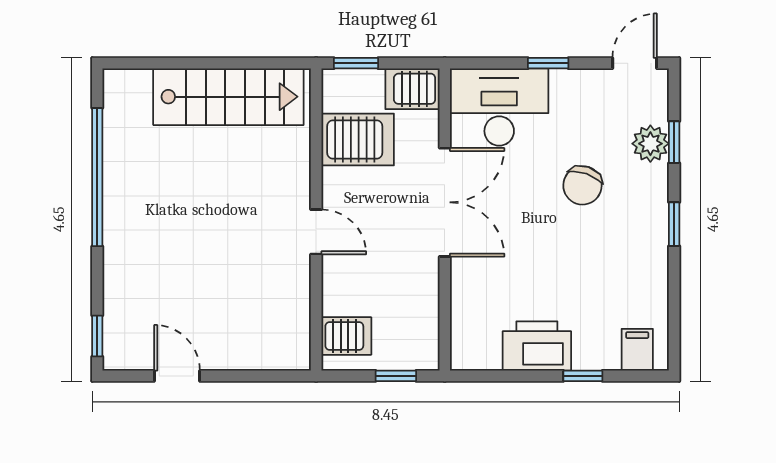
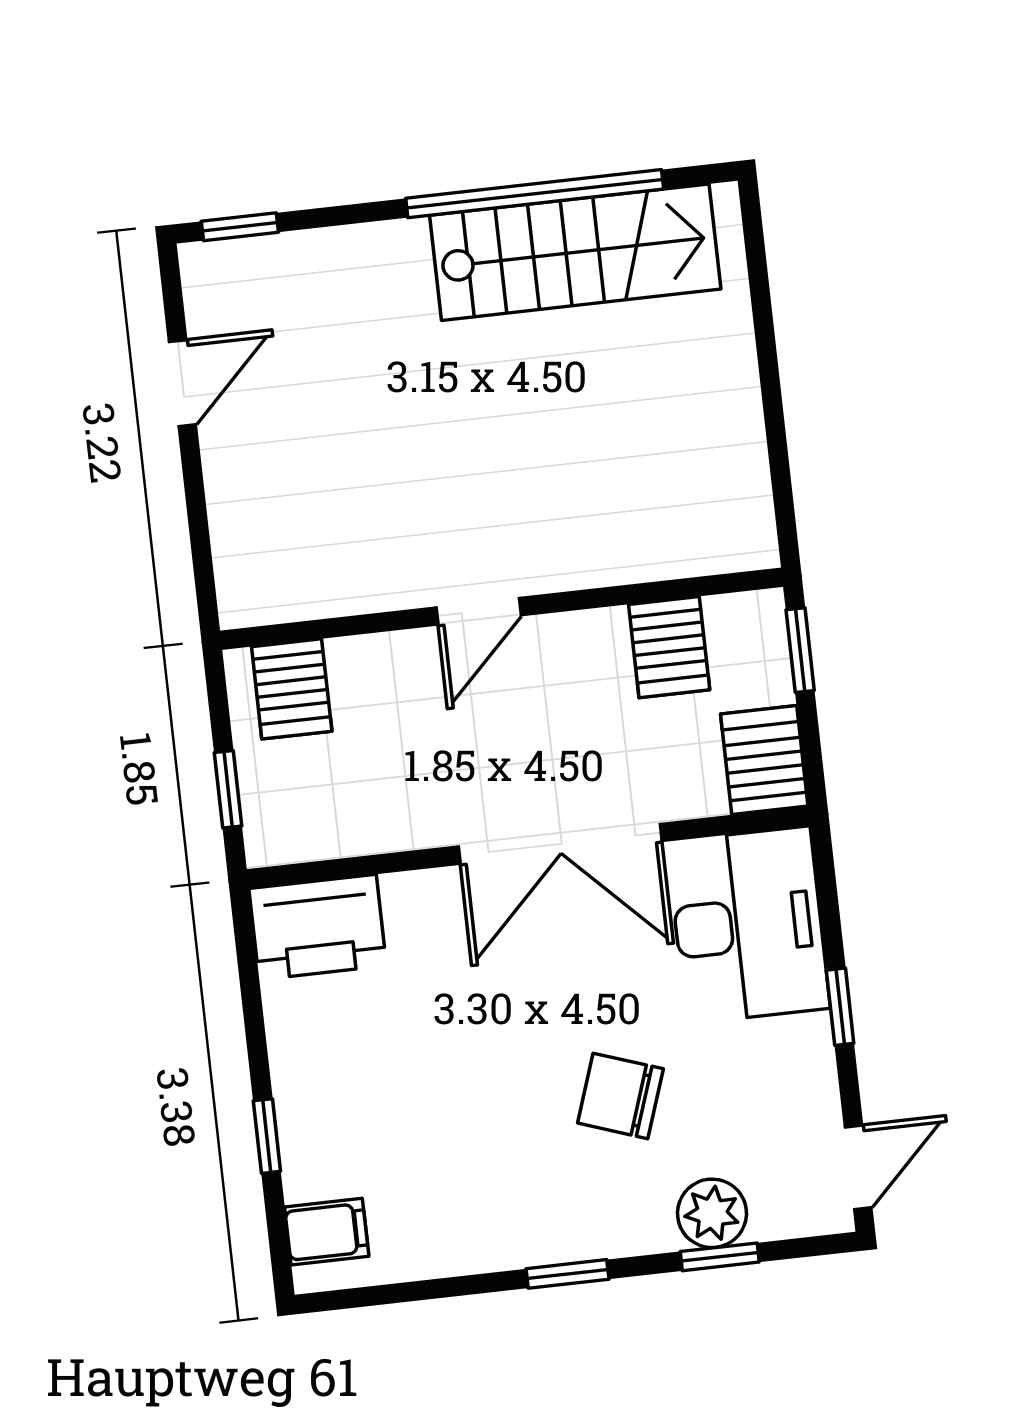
door: (635, 63) -> (858, 1167), hinge flipped
stairs: (228, 97) -> (575, 252), moved, turned -90
server rack: (358, 139) -> (669, 647), width x0.73, depth x0.70
printer: (537, 346) -> (318, 927), moved, turned 90

